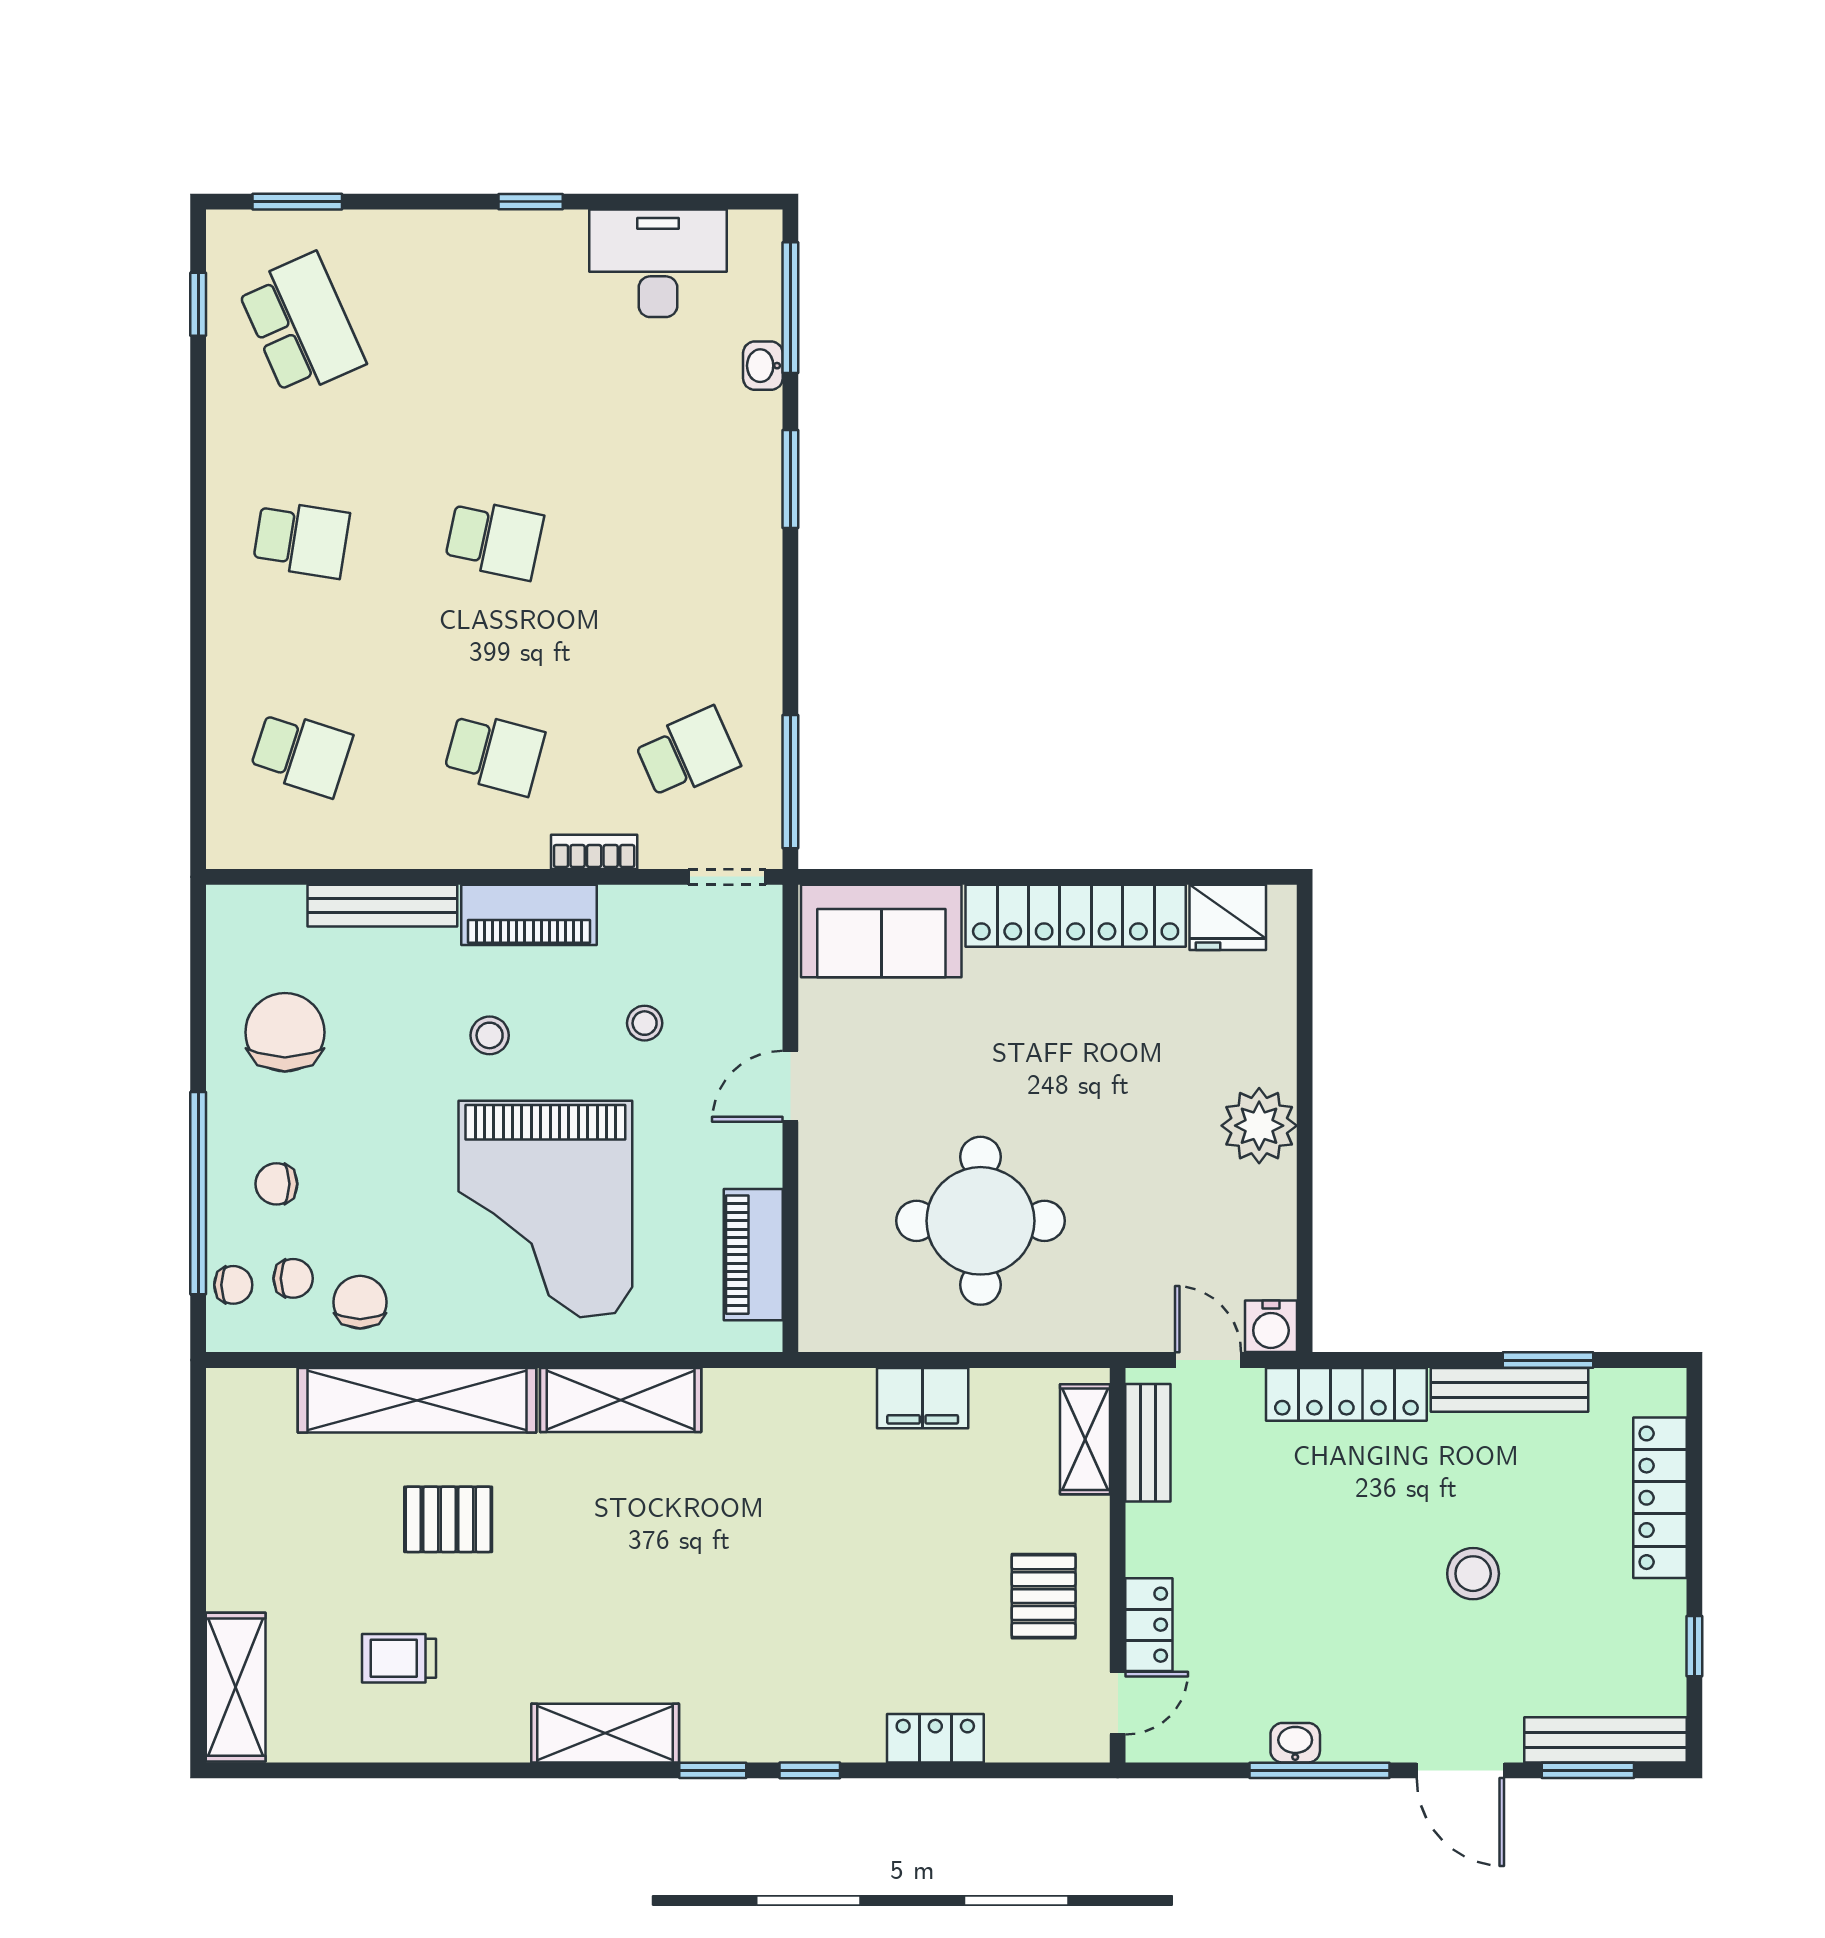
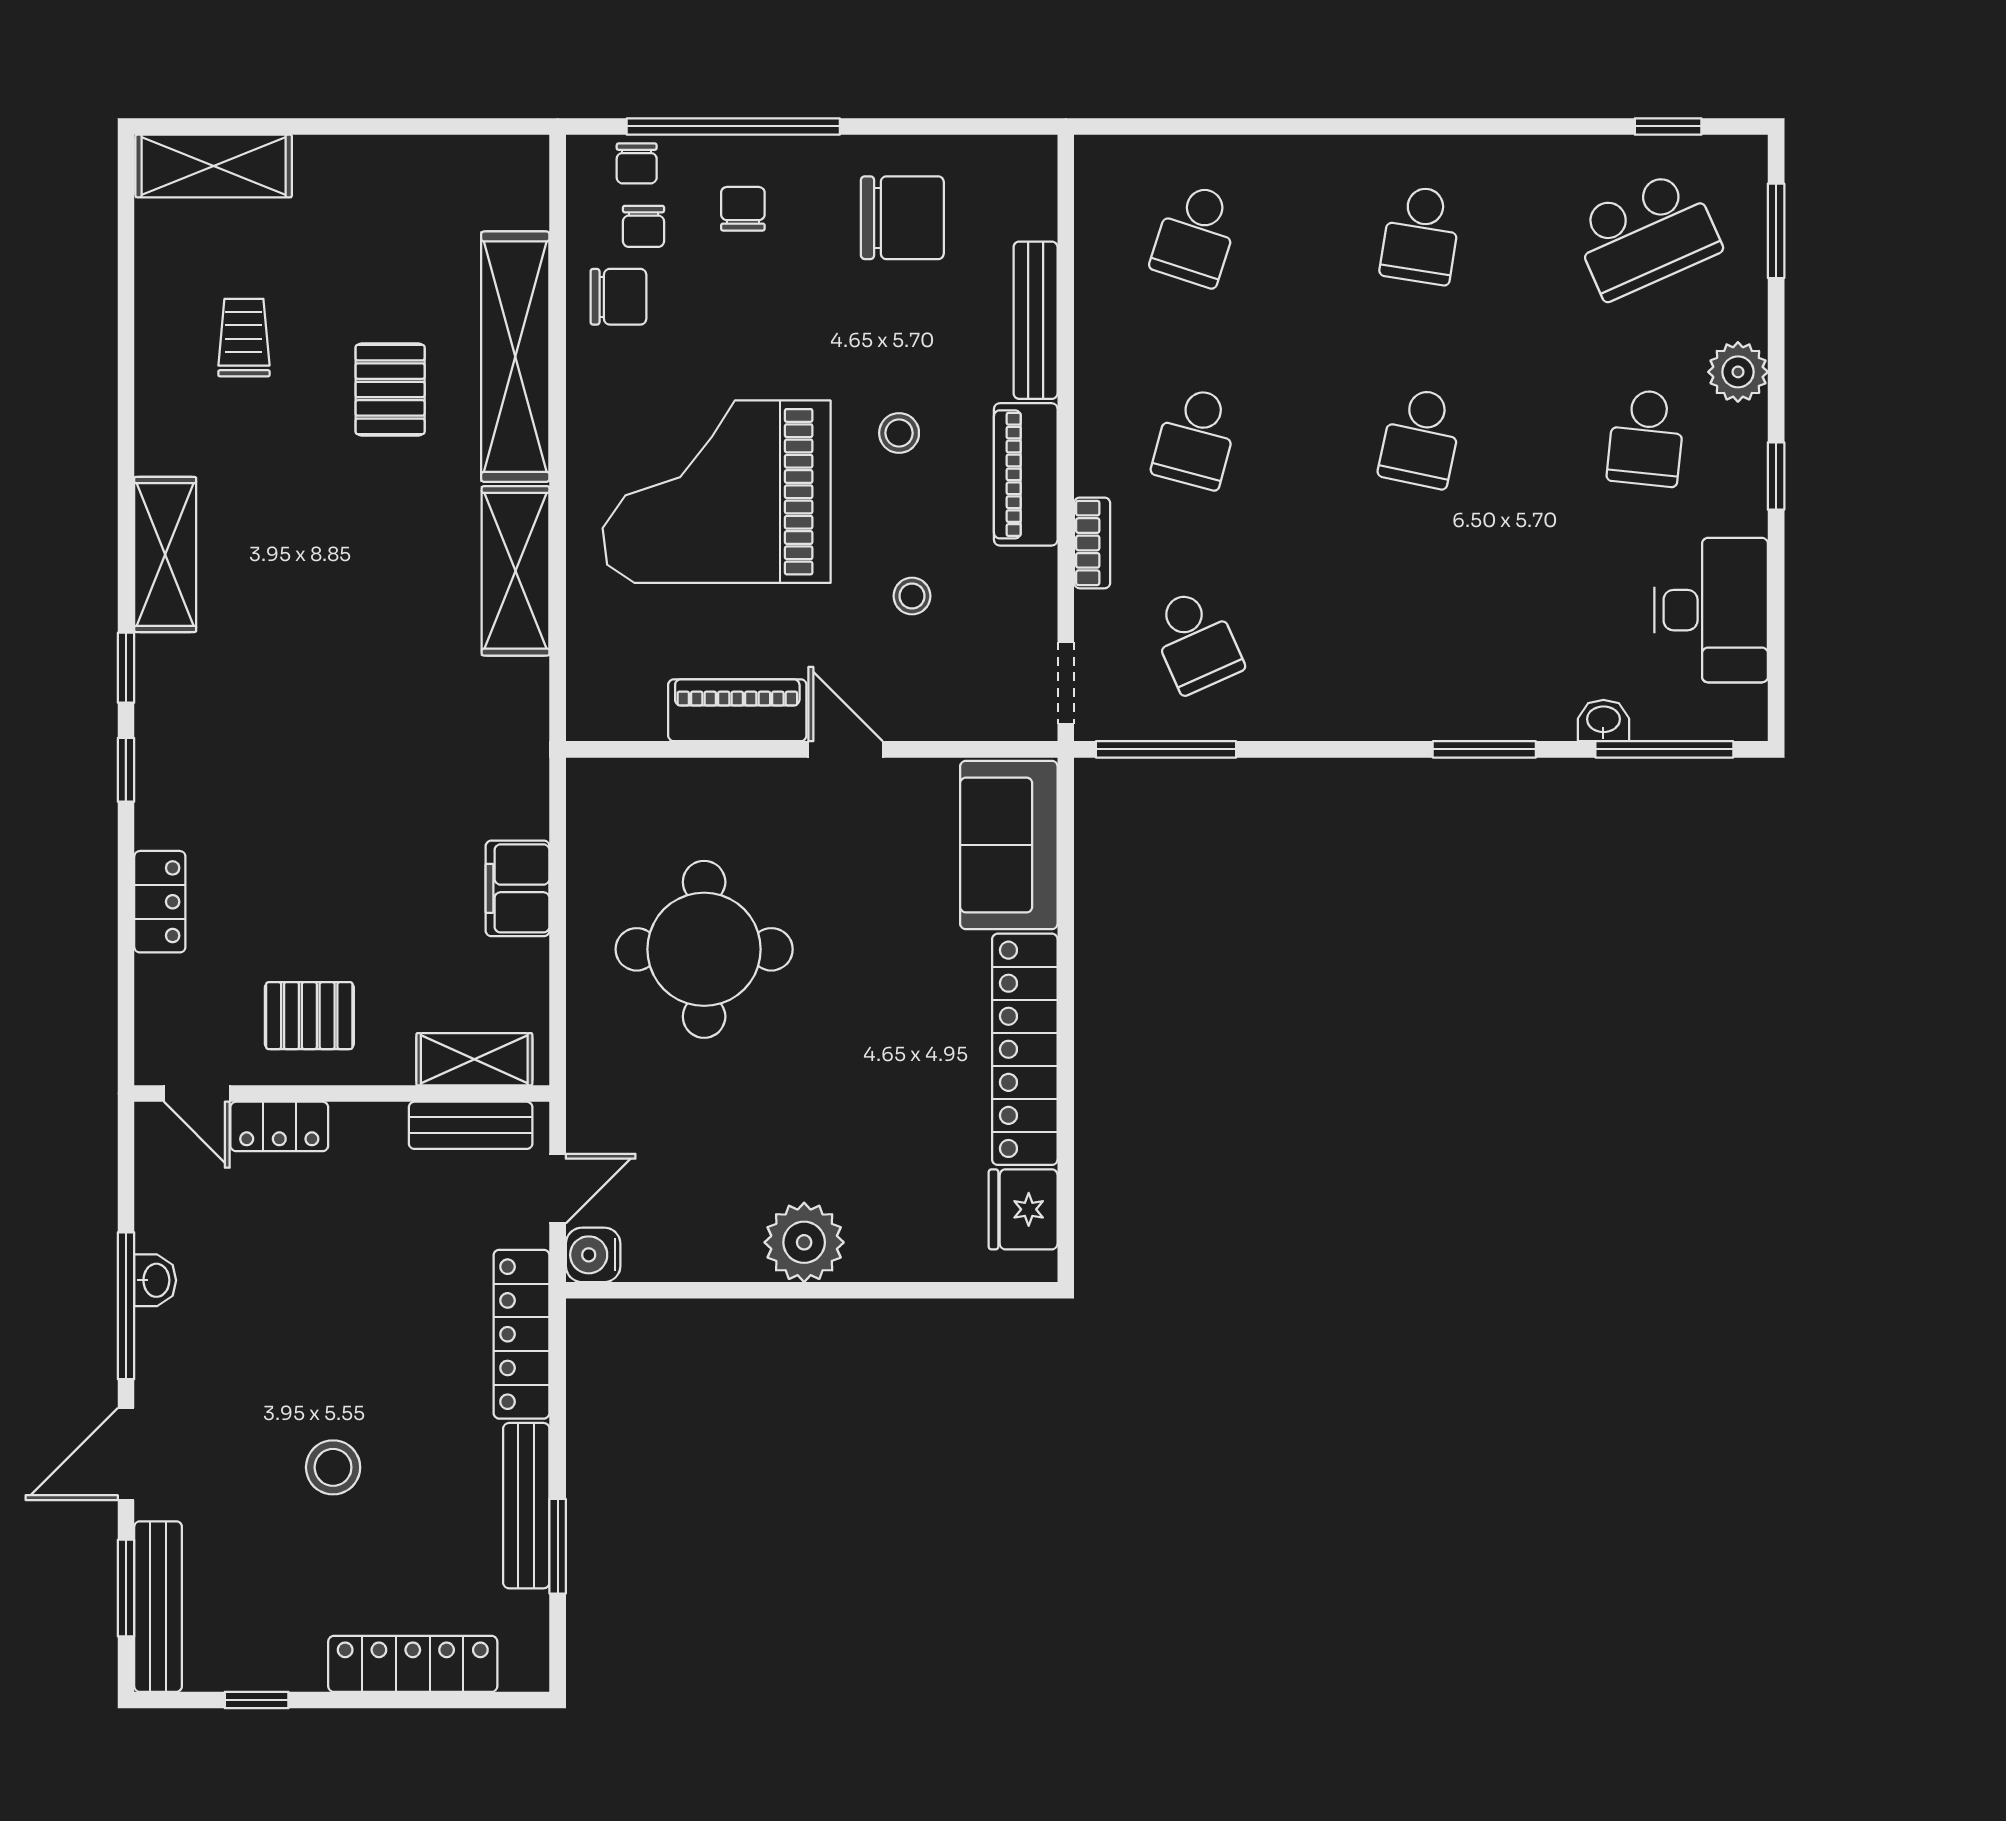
plant: (432, 238) -> (1738, 372), added
school desk: (494, 325) -> (1646, 438), added
piano: (753, 1255) -> (737, 710), moved

